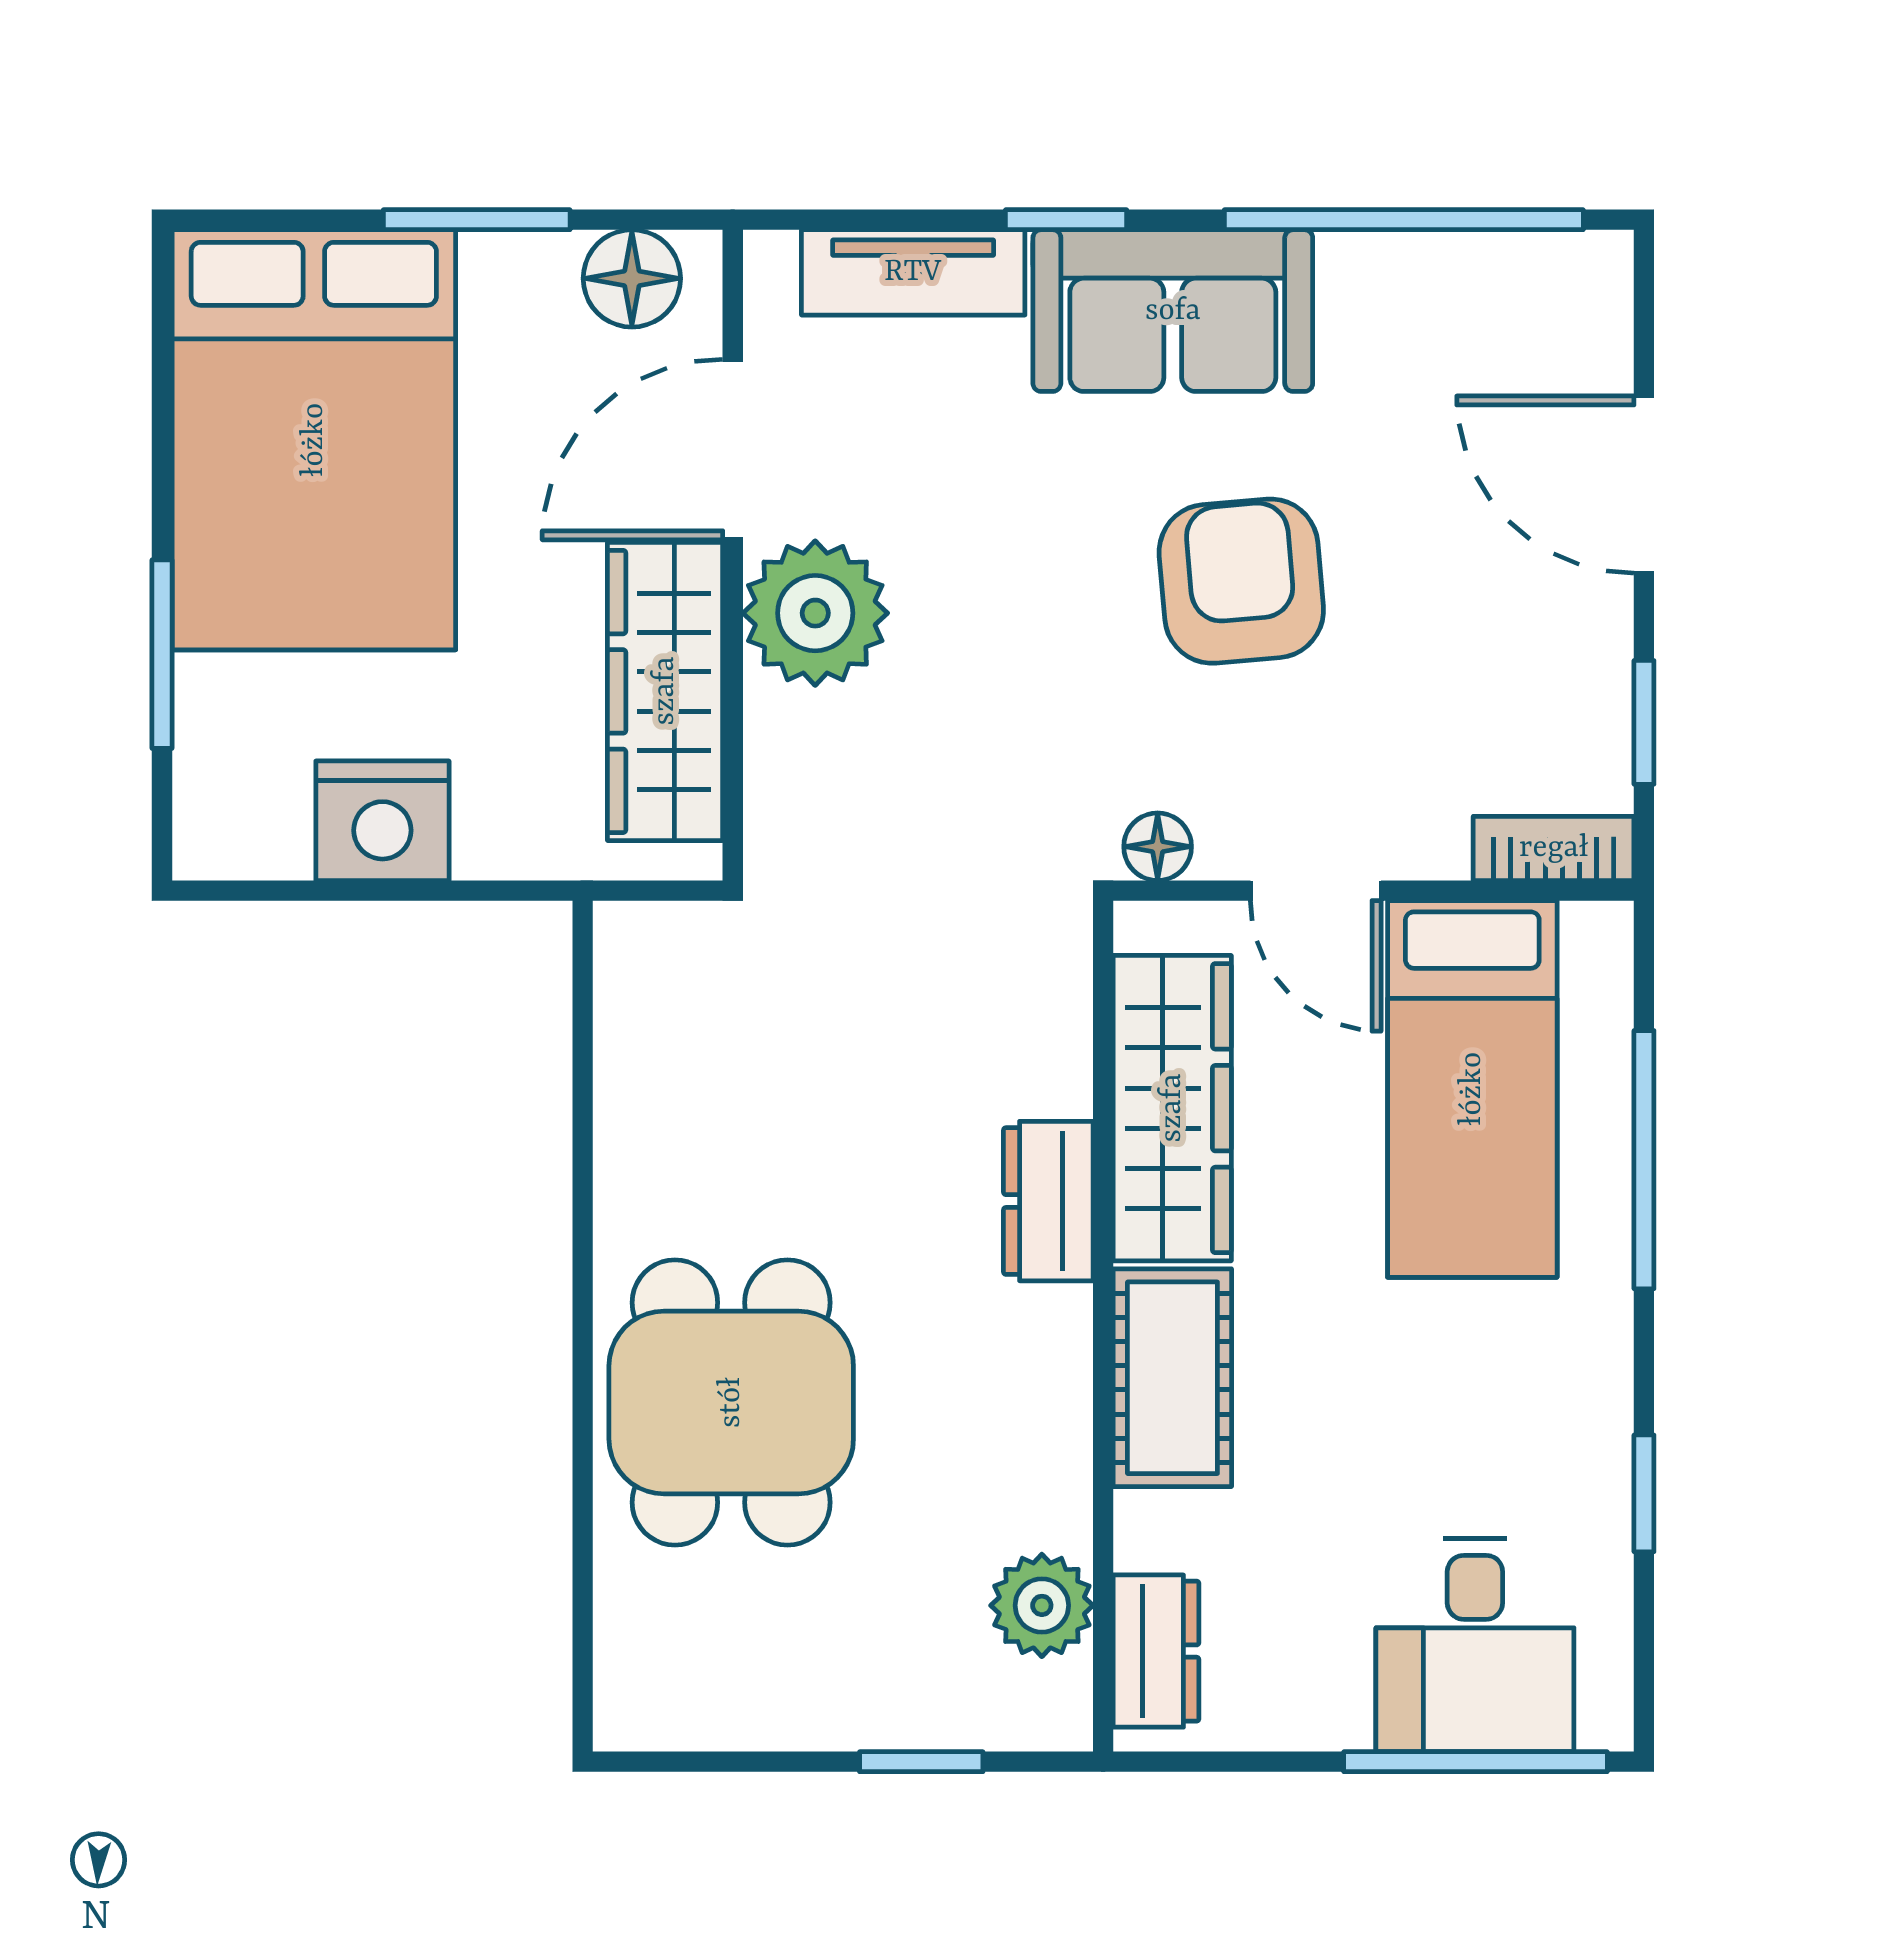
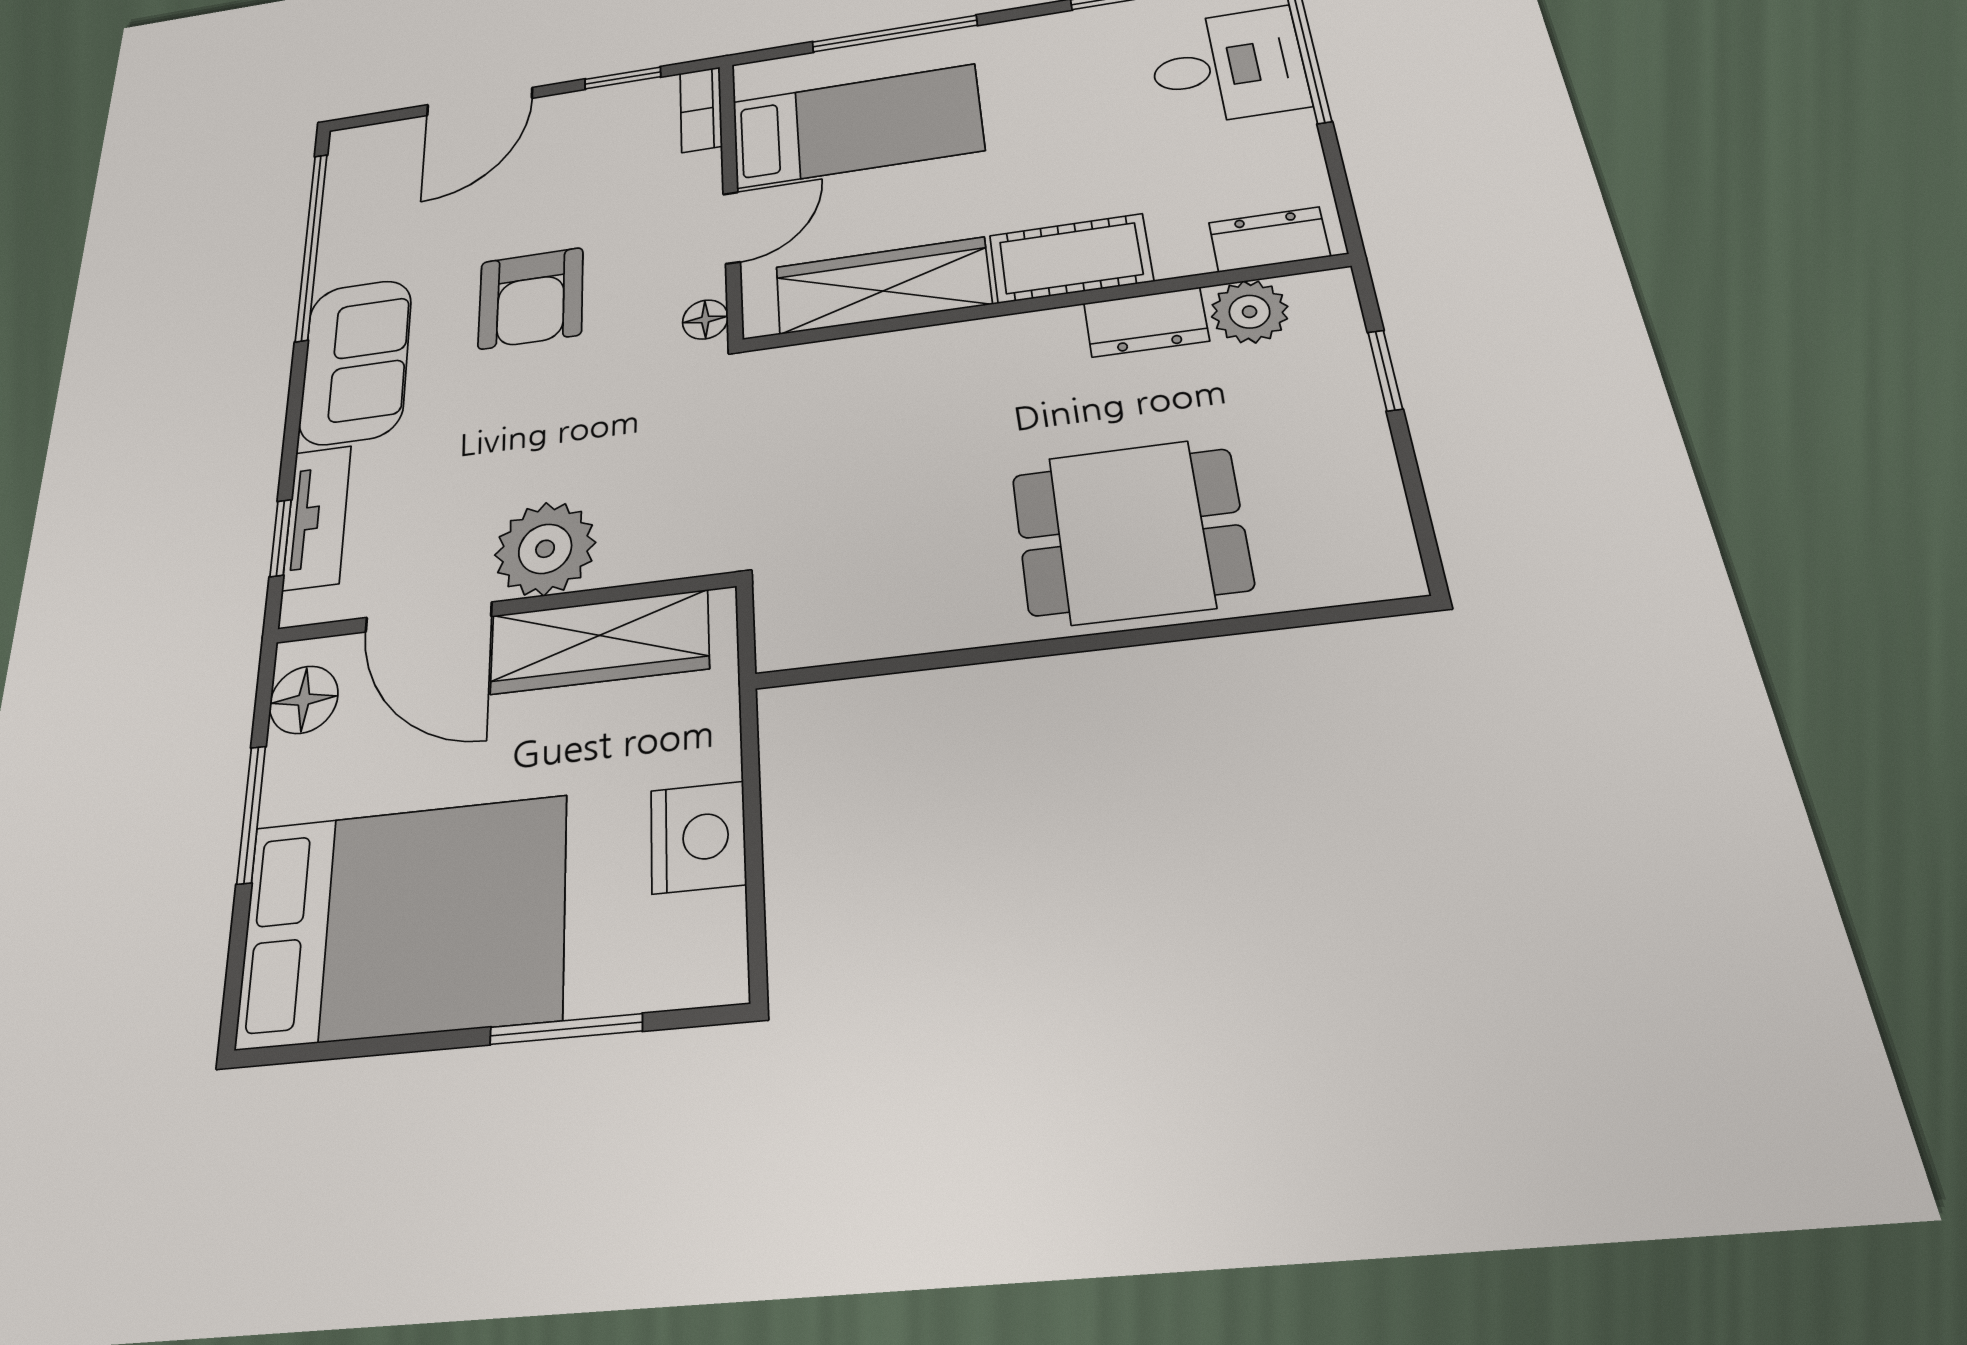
window: (1066, 220) -> (281, 538), moved
armchair: (1241, 581) -> (531, 298), turned -85
dresser: (1048, 1201) -> (1146, 322), moved

